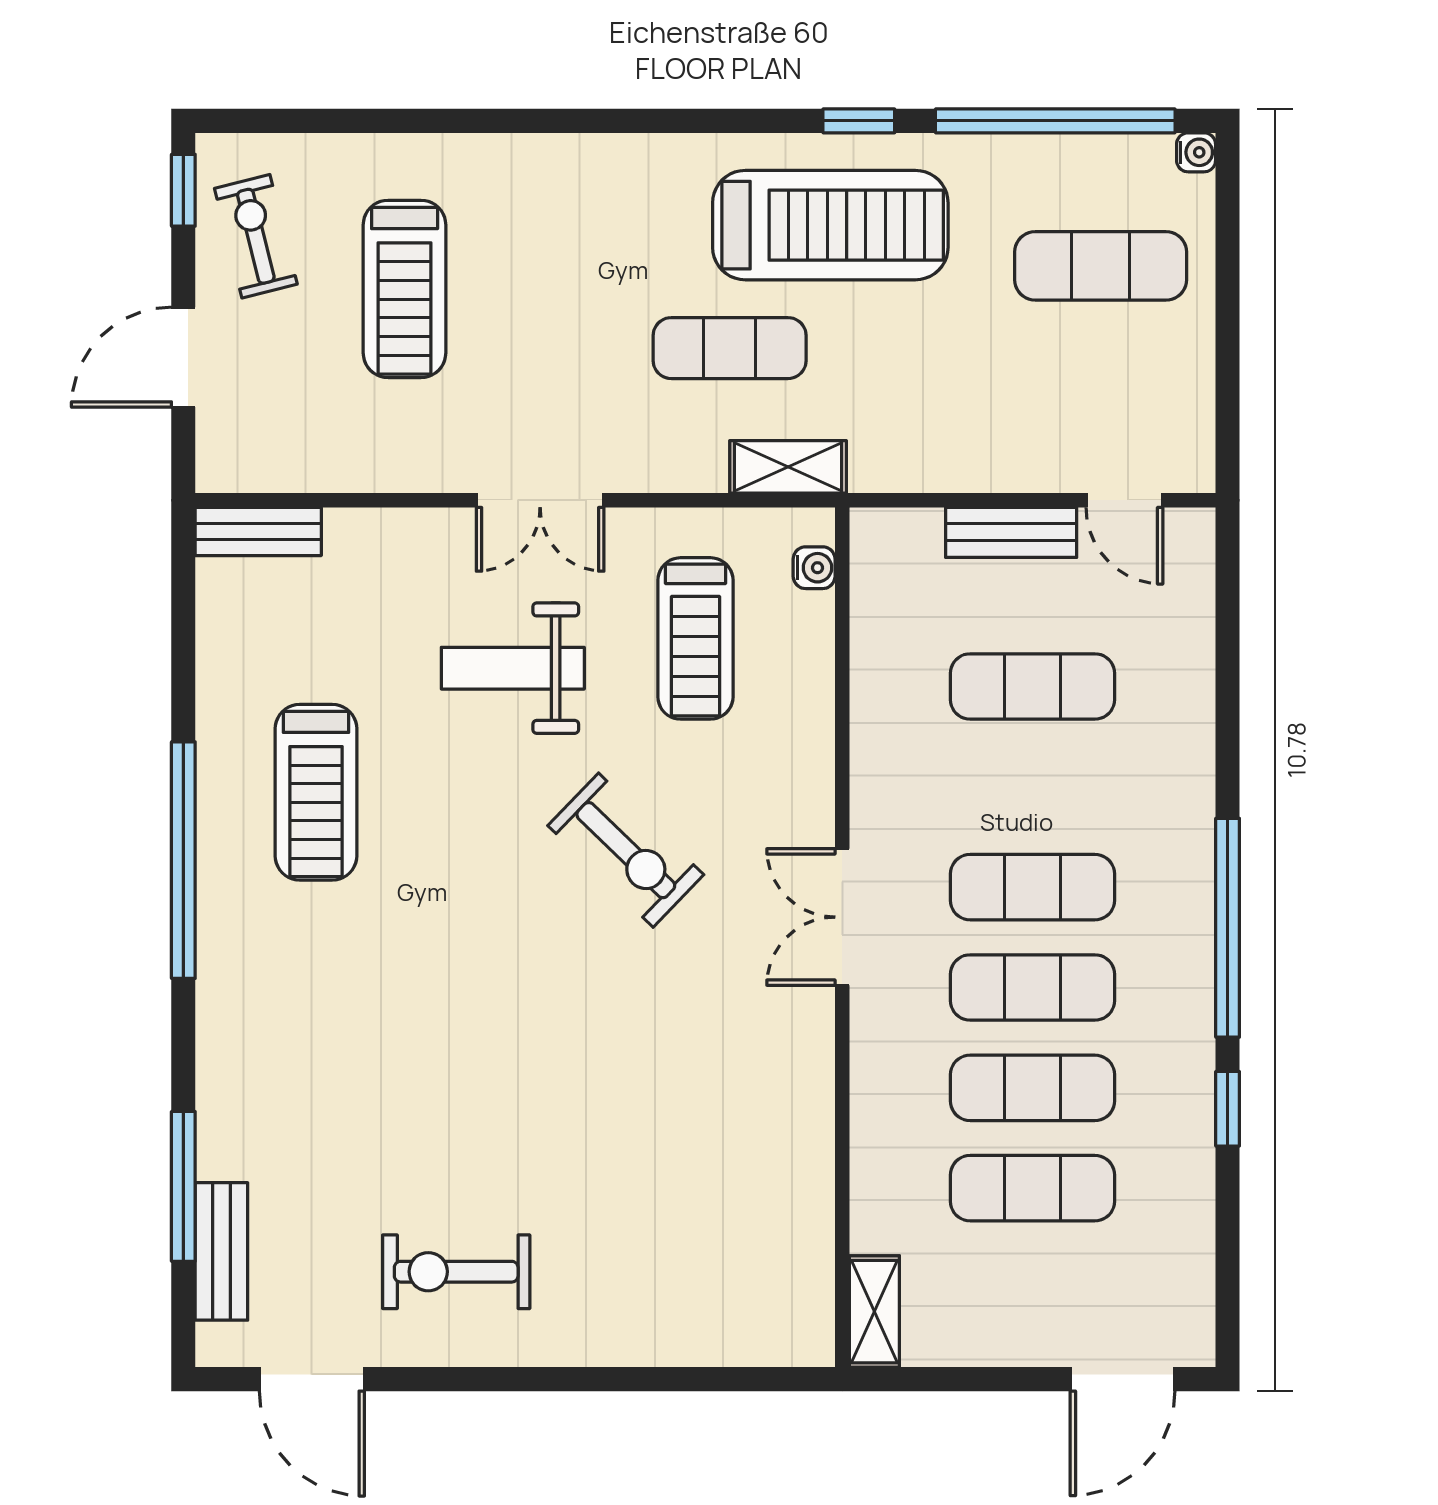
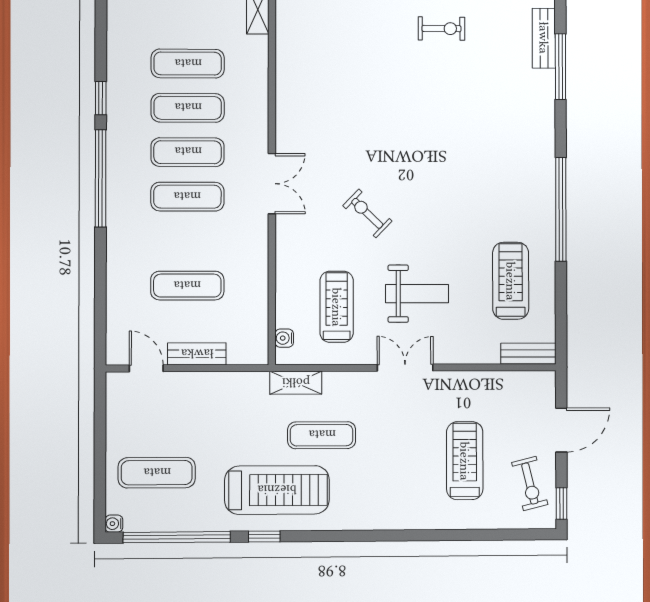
treadmill: (830, 225) -> (277, 490), turned 180
treadmill: (316, 792) -> (511, 281), moved
exercise bike: (626, 850) -> (367, 213), width x0.73, depth x0.72
exercise bike: (456, 1272) -> (442, 29), width x0.73, depth x0.72

